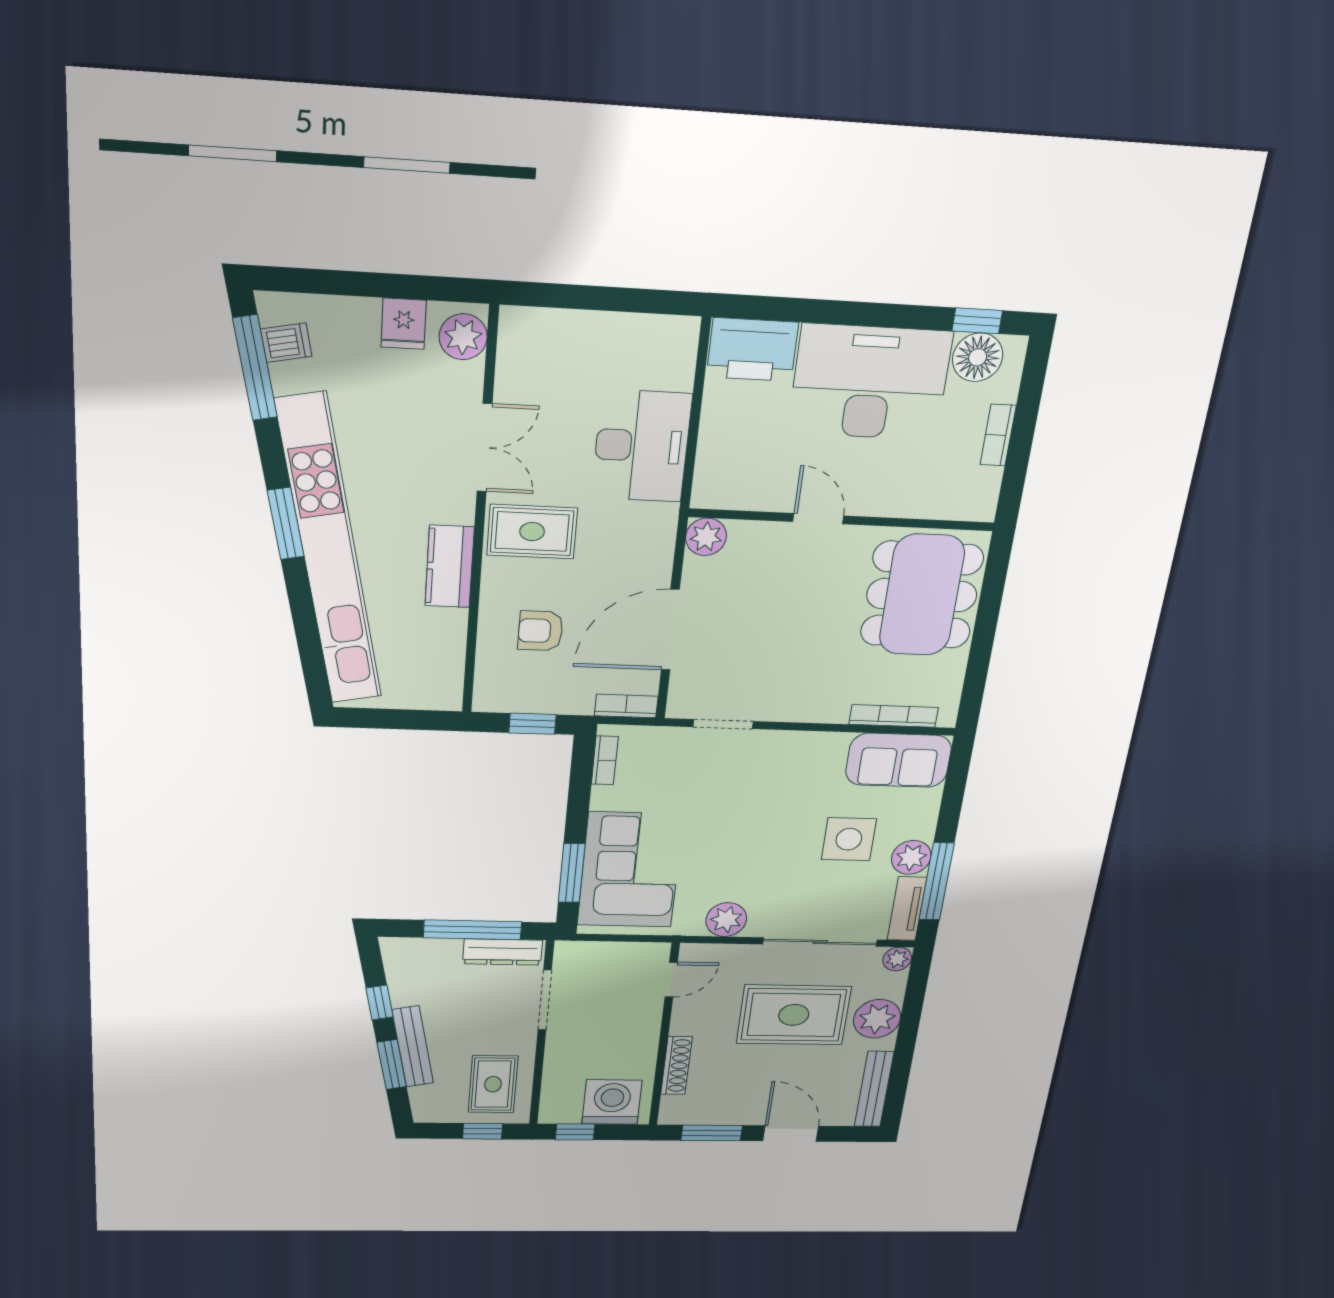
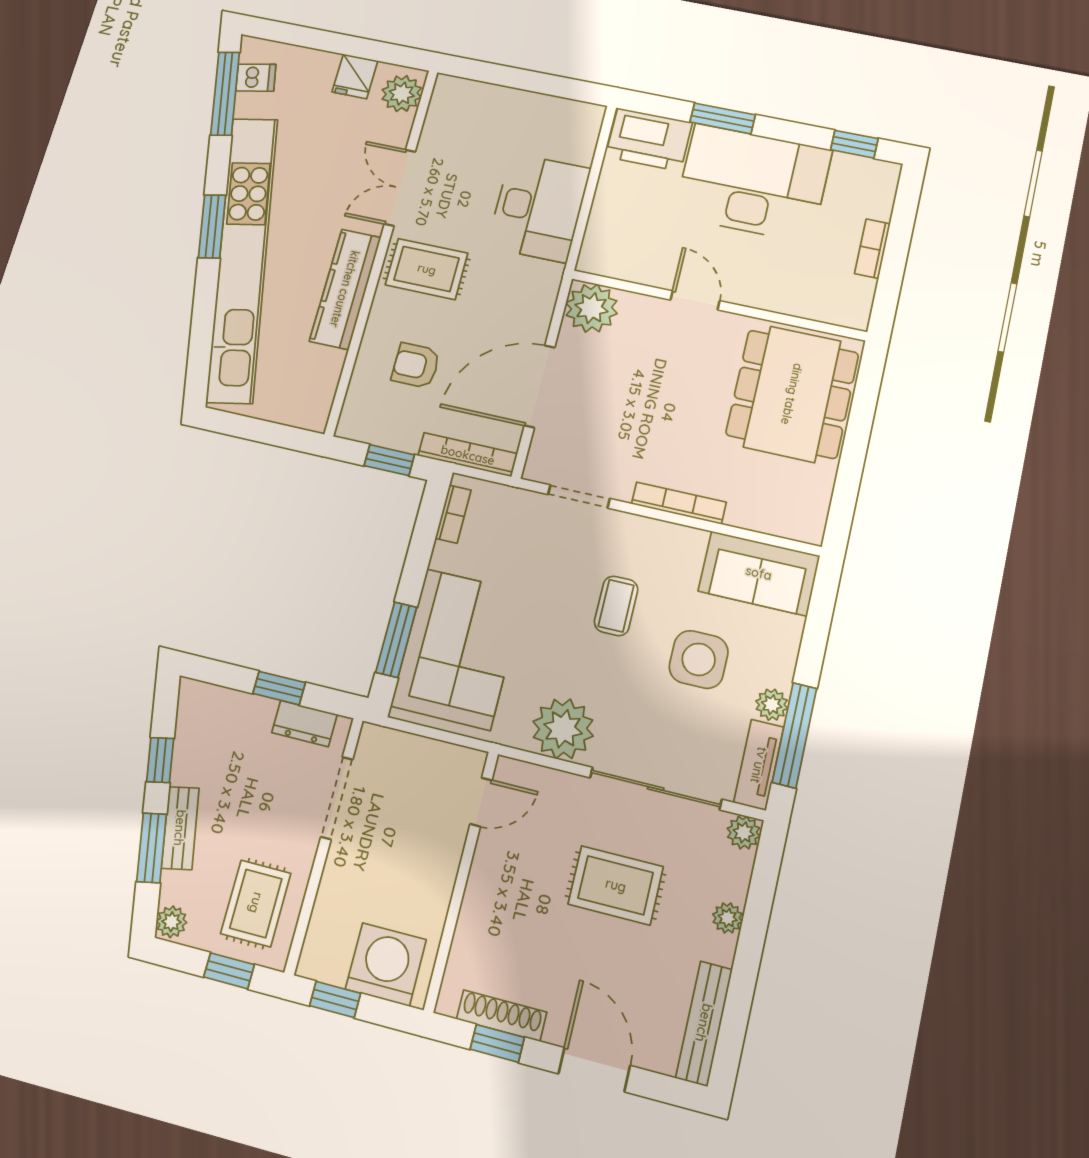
window: (832, 312) -> (723, 118), added
floor lamp: (978, 357) -> (854, 176), removed
double door: (485, 448) -> (400, 188), swing flipped
plant: (706, 537) -> (591, 308), width x1.36, depth x1.36
kitchen counter: (450, 566) -> (345, 289), width x1.50
bookcase: (626, 706) -> (468, 455), width x1.56
bookcase: (894, 716) -> (679, 503), moved
coffee table: (770, 810) -> (616, 606), added
plant: (911, 857) -> (772, 705), width x0.73, depth x0.73
plant: (726, 920) -> (563, 729), width x1.36, depth x1.36
window: (473, 930) -> (279, 688), width x0.46
dresser: (503, 952) -> (304, 723), width x0.70
rug: (794, 1015) -> (616, 885), width x0.73, depth x0.70
plant: (877, 1019) -> (728, 918), width x0.53, depth x0.53
bench: (413, 1047) -> (180, 828), width x0.73
shoe rack: (676, 1066) -> (502, 1016), moved, turned -90
plant: (425, 1110) -> (172, 922), added
window: (712, 1133) -> (497, 1043), width x0.67

